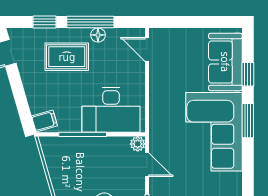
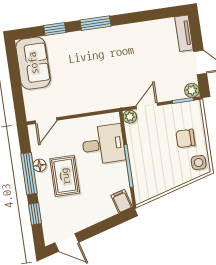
rug: (67, 57) -> (65, 176), moved
sofa: (225, 62) -> (33, 63), moved, turned -90
desk: (111, 110) -> (103, 144), width x0.73
corner sofa: (214, 132) -> (109, 51), removed

